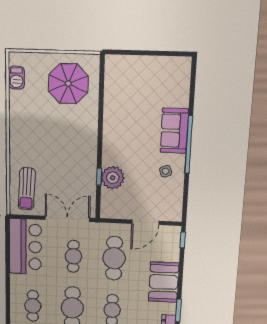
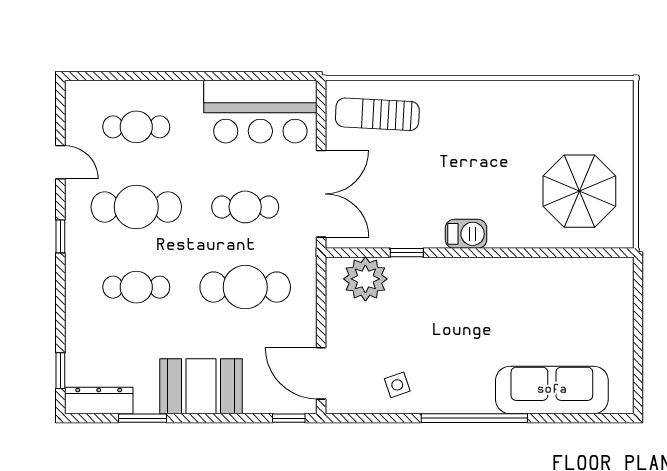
barbecue: (16, 78) -> (466, 234), moved, turned 180
sofa: (174, 131) -> (552, 390), moved, width x1.36
side table: (166, 171) -> (397, 385), moved
plant: (113, 178) -> (365, 279), moved
door: (145, 222) -> (321, 373), moved

